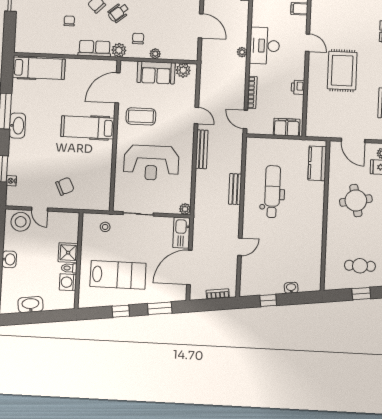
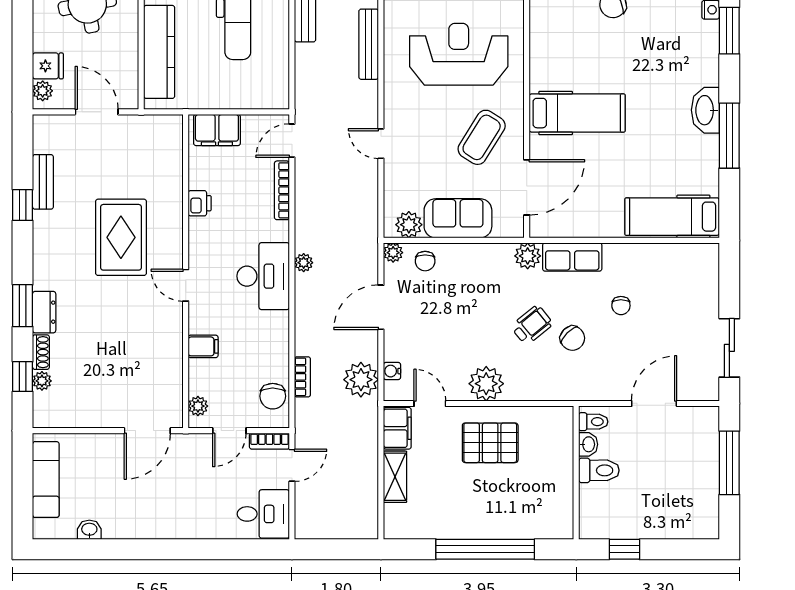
door: (201, 26) -> (381, 307), hinge flipped
chair: (138, 38) -> (425, 261), moved
plant: (155, 54) -> (393, 253), moved
coffee table: (141, 116) -> (482, 137), turned -58
door: (245, 119) -> (292, 141), swing flipped
bench: (202, 149) -> (369, 44), moved
kitchen counter: (317, 163) -> (159, 52), width x1.50

